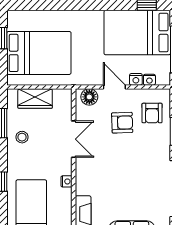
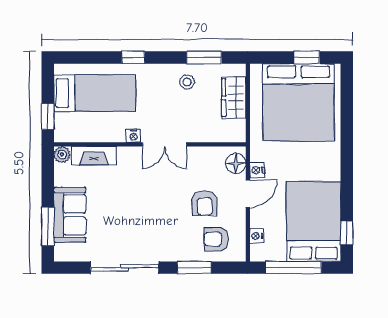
bed: (39, 53) -> (298, 102), width x1.36
nightstand: (136, 79) -> (257, 170), moved
double door: (74, 139) -> (165, 144), moved

